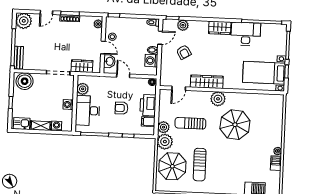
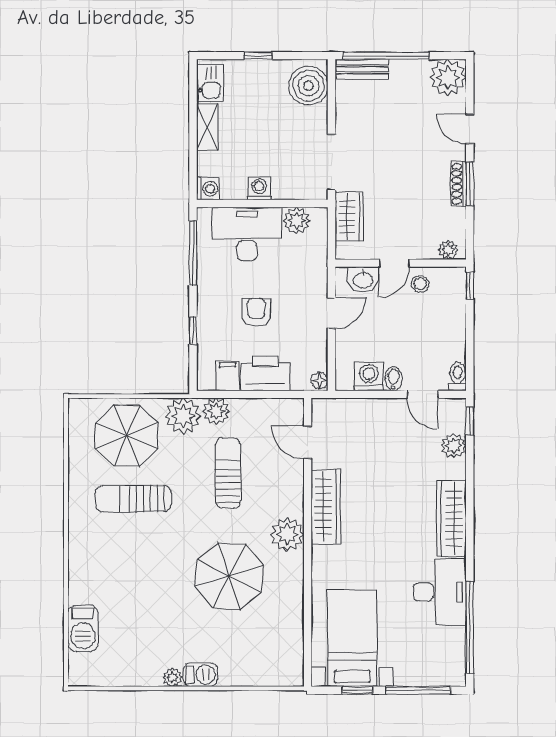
wardrobe: (220, 28) -> (452, 519), width x1.50
armchair: (184, 52) -> (392, 450), removed
washing machine: (57, 126) -> (208, 189), moved
barbecue: (276, 163) -> (200, 675), moved

